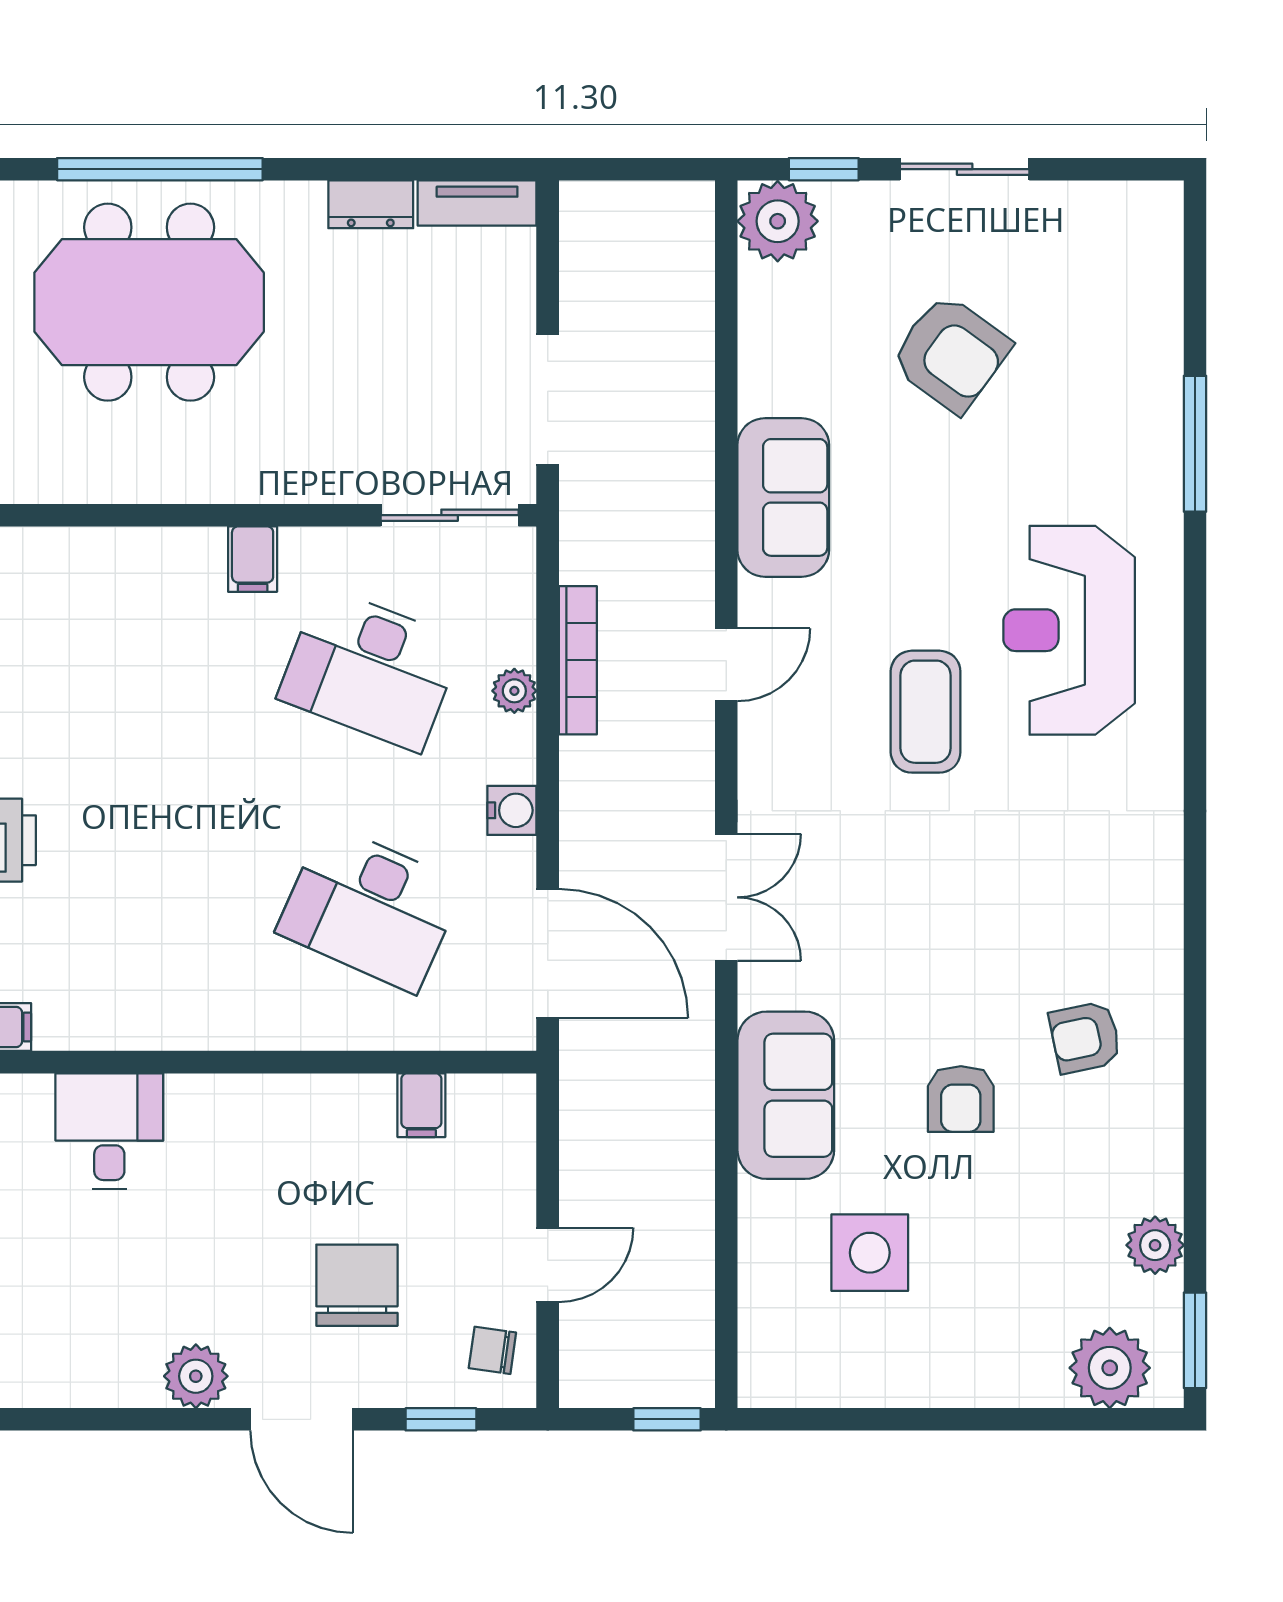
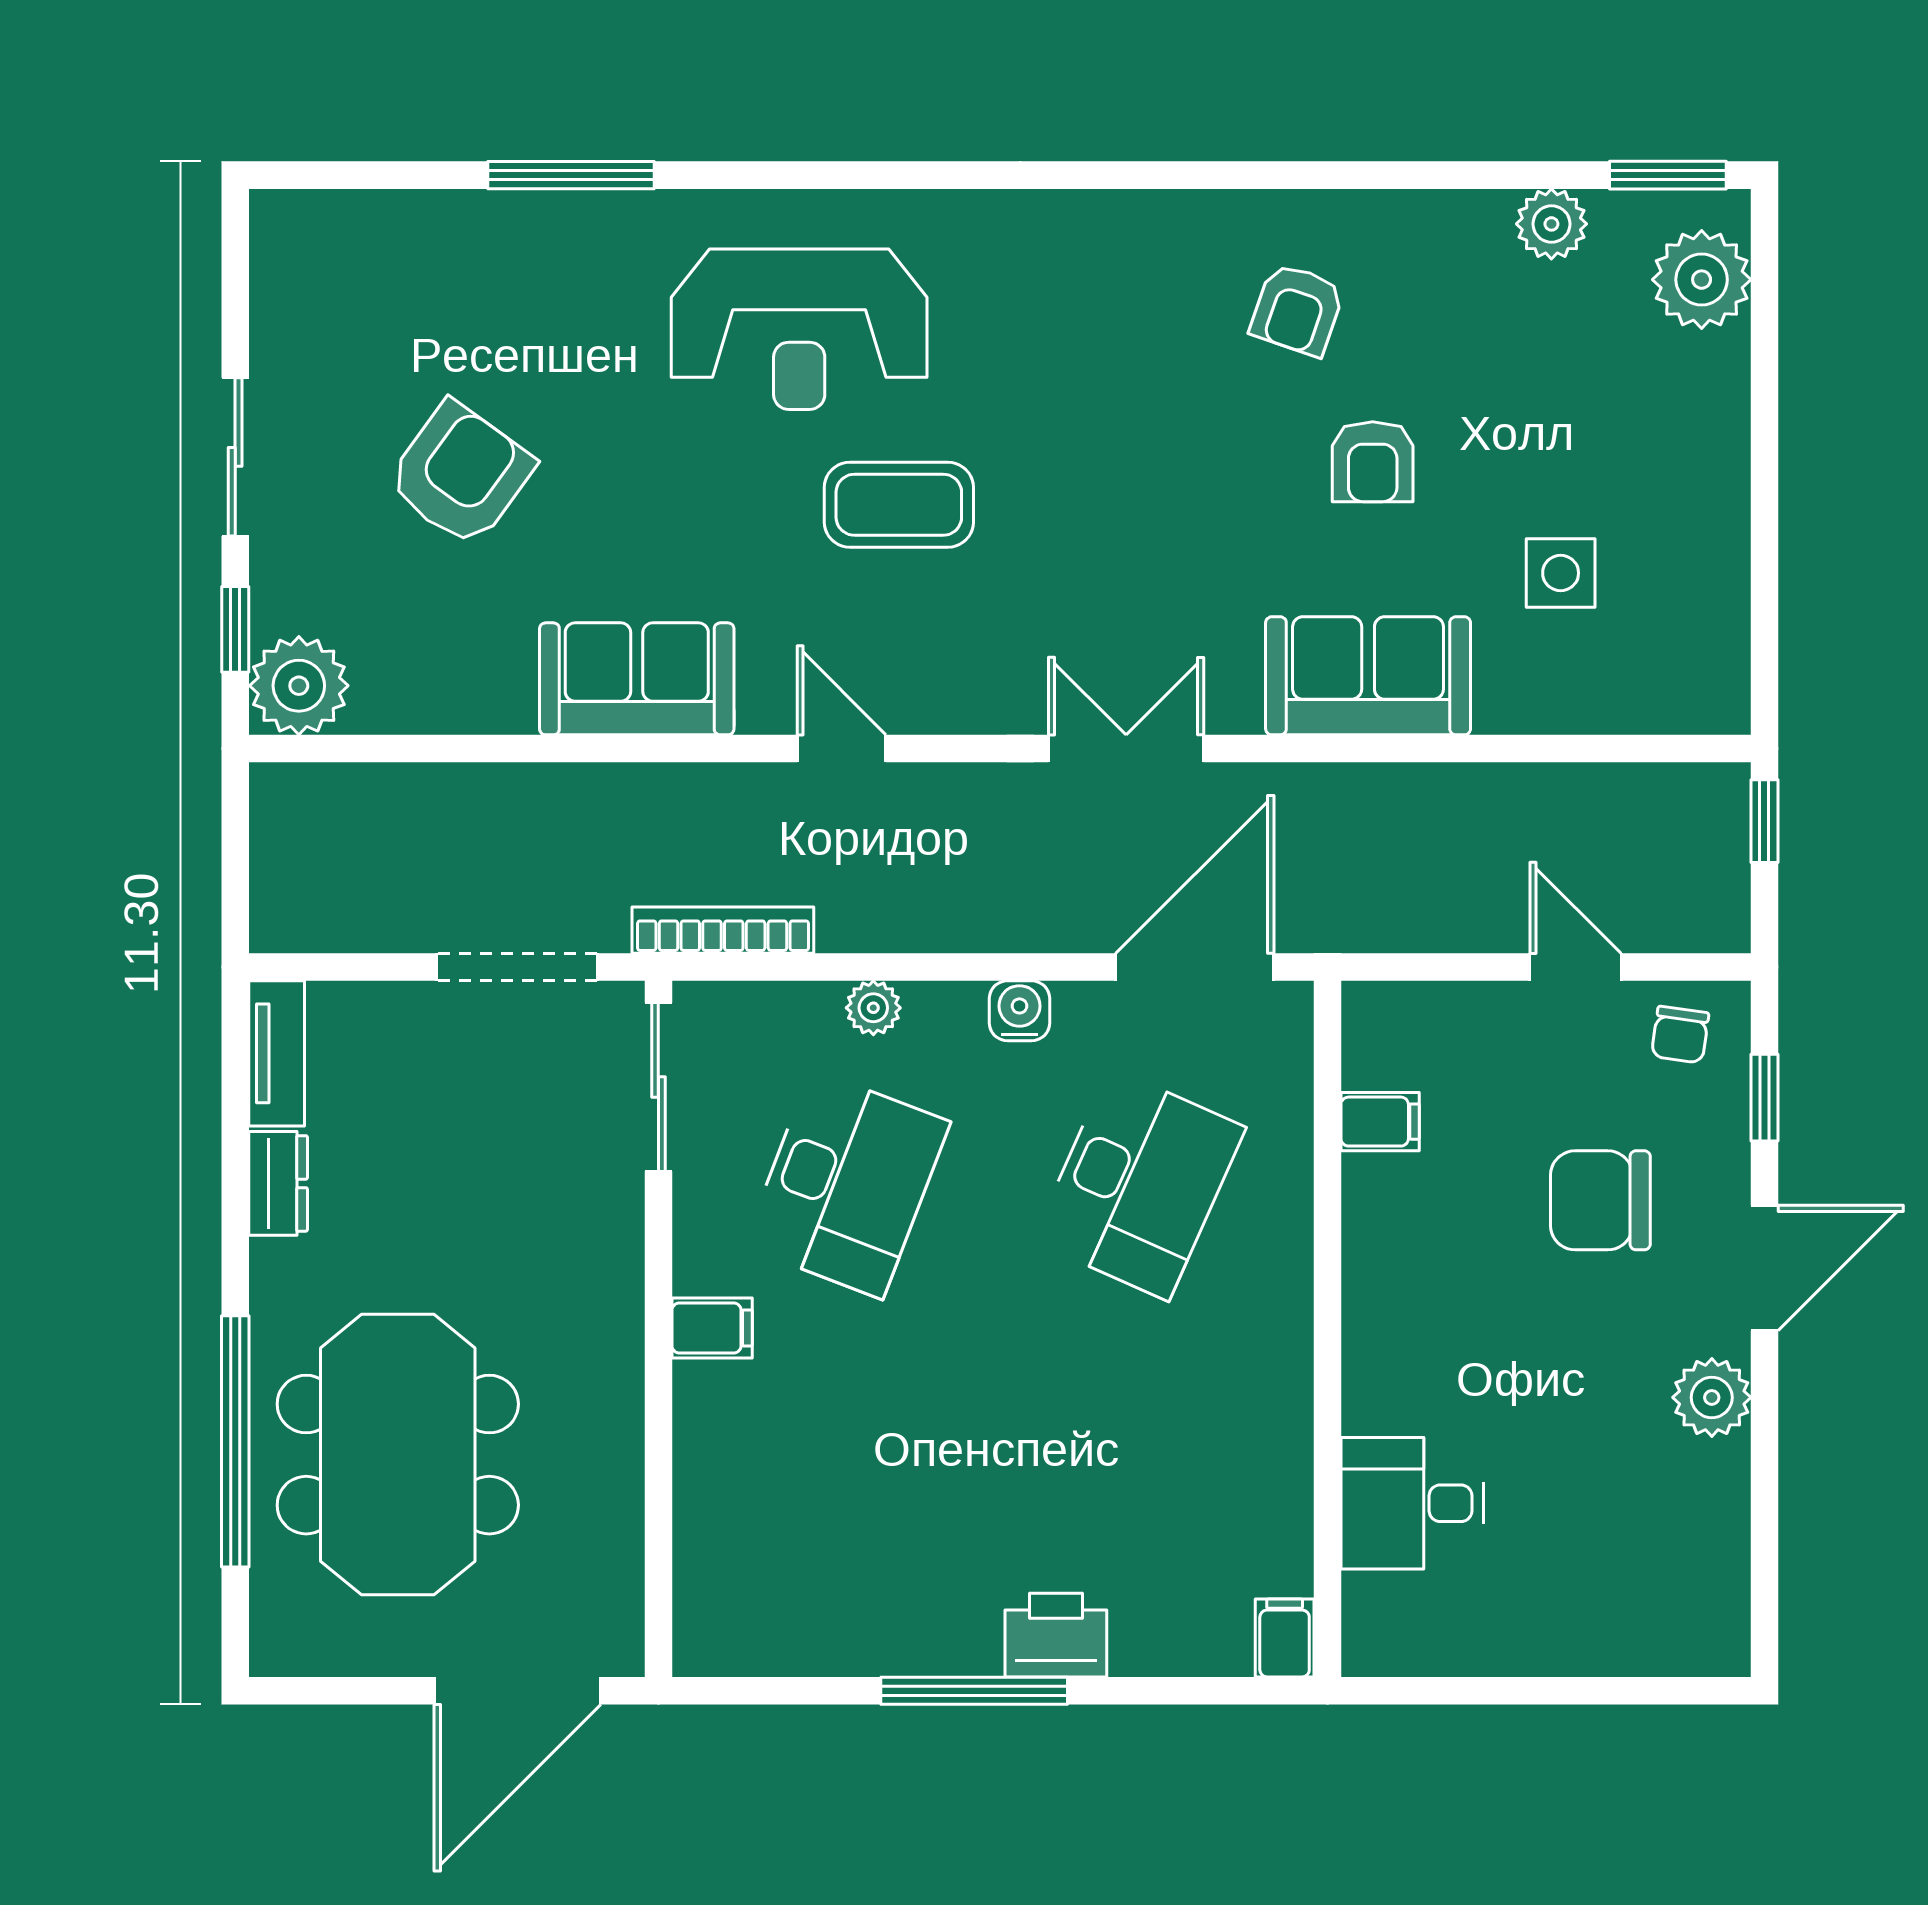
bookcase: (578, 660) -> (723, 930), moved
armchair: (1085, 1037) -> (1297, 310), turned 31
armchair: (961, 1099) -> (1373, 462), turned 90
side table: (870, 1253) -> (1561, 573), width x0.73, depth x0.73

